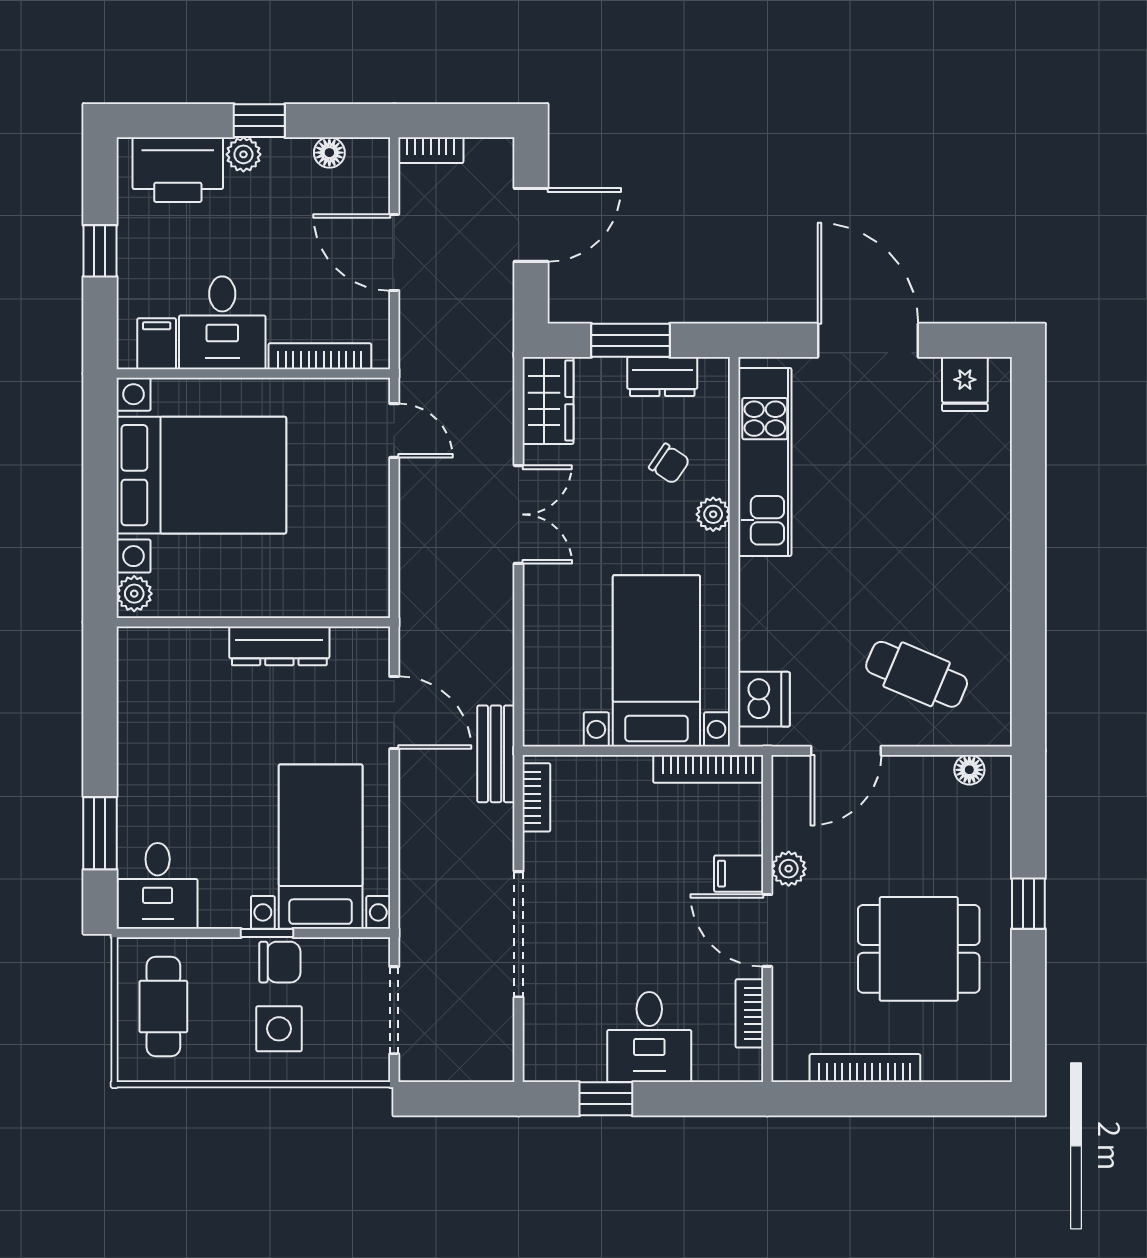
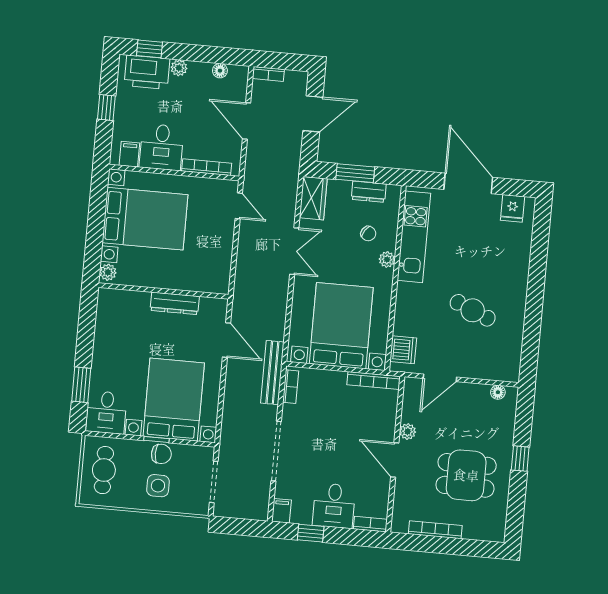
window: (259, 121) -> (150, 49), moved
bed with nightstands: (656, 661) -> (341, 326), width x1.36
cafe table: (917, 674) -> (473, 310), moved
bench: (496, 754) -> (272, 373), width x1.36
bed with nightstands: (321, 847) -> (174, 400), width x1.36
filing cabinet: (739, 874) -> (281, 511), moved, turned 90
bookcase: (749, 1013) -> (370, 524), moved, turned 90

